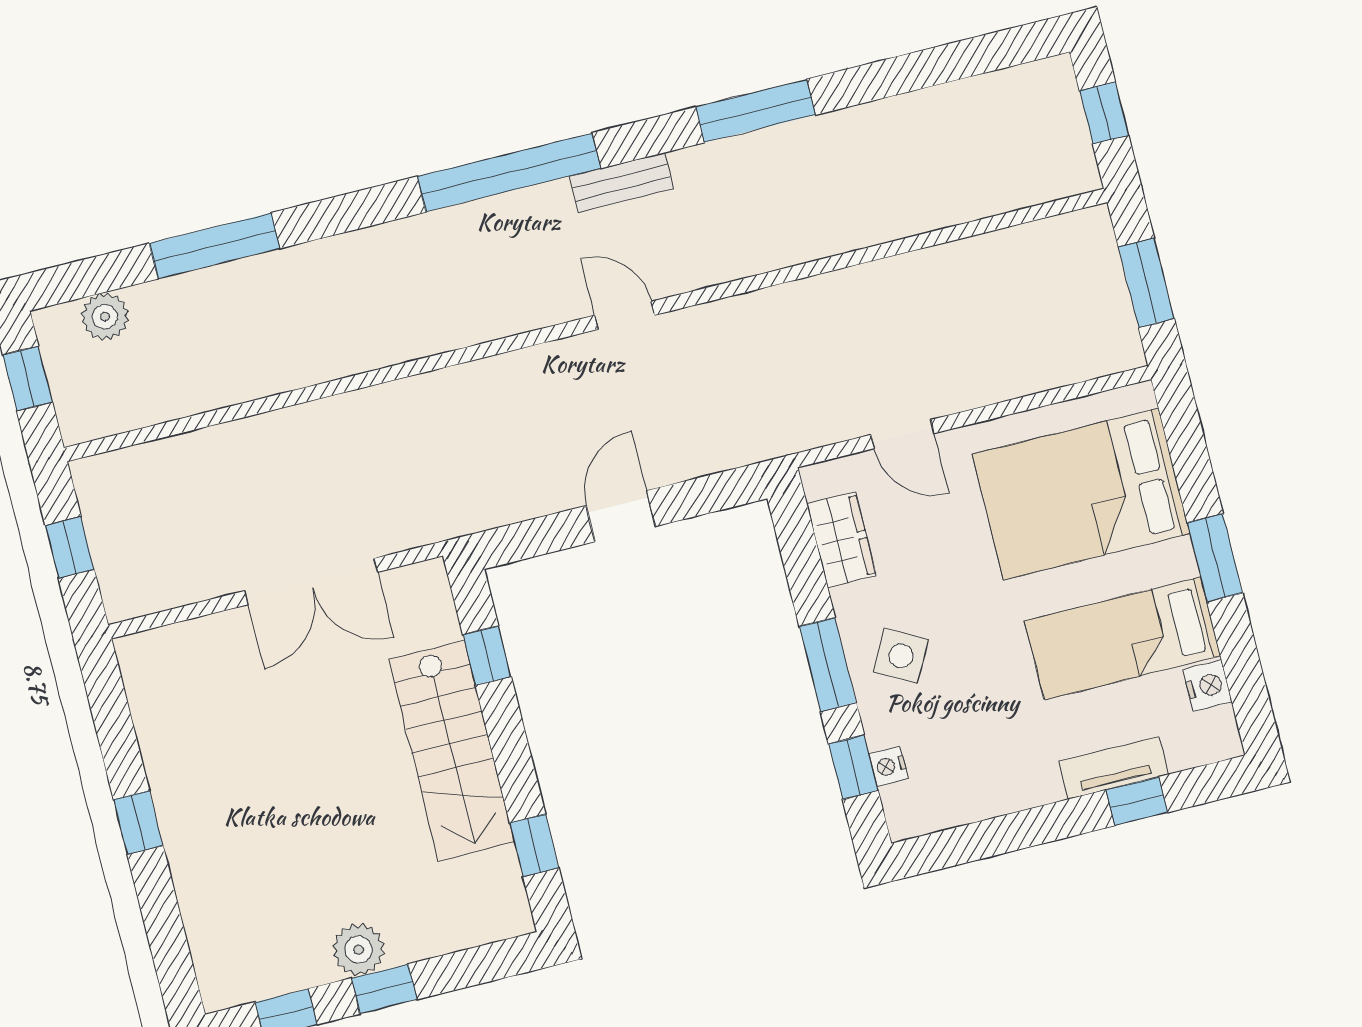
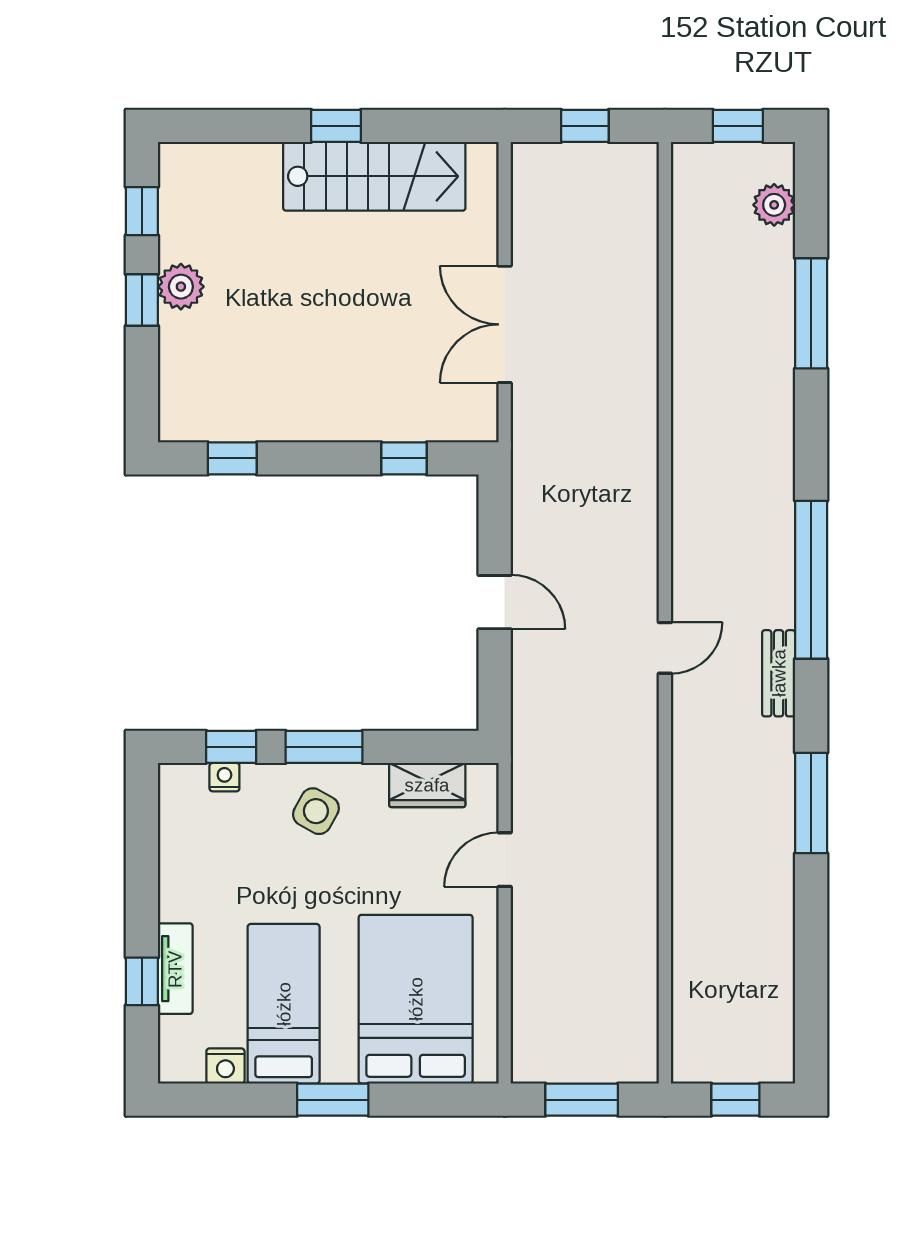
stairs: (452, 751) -> (374, 176), moved, turned 180

